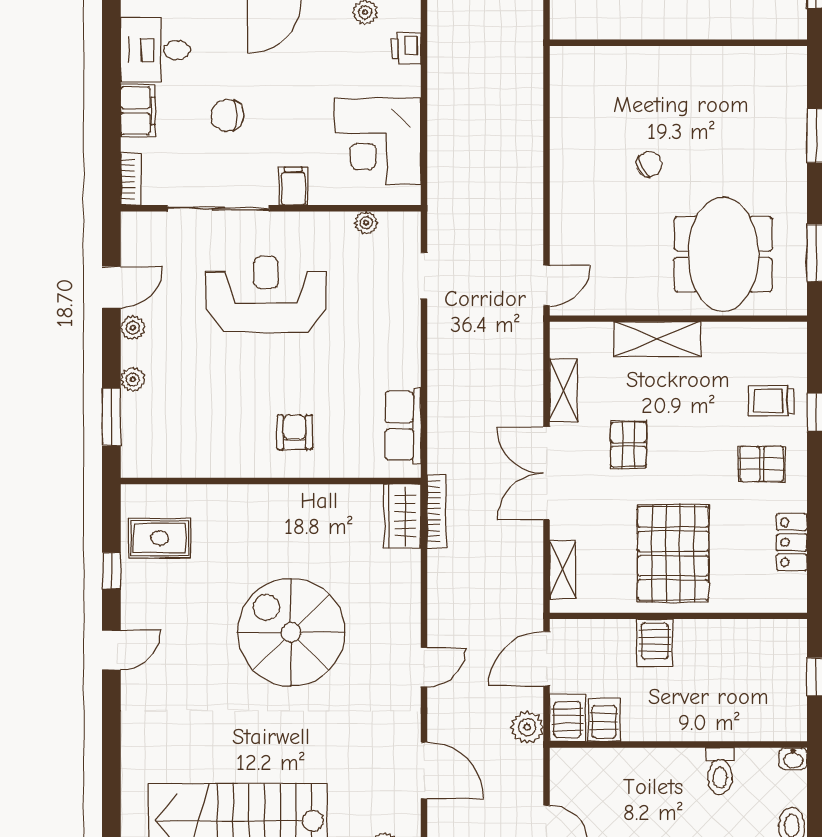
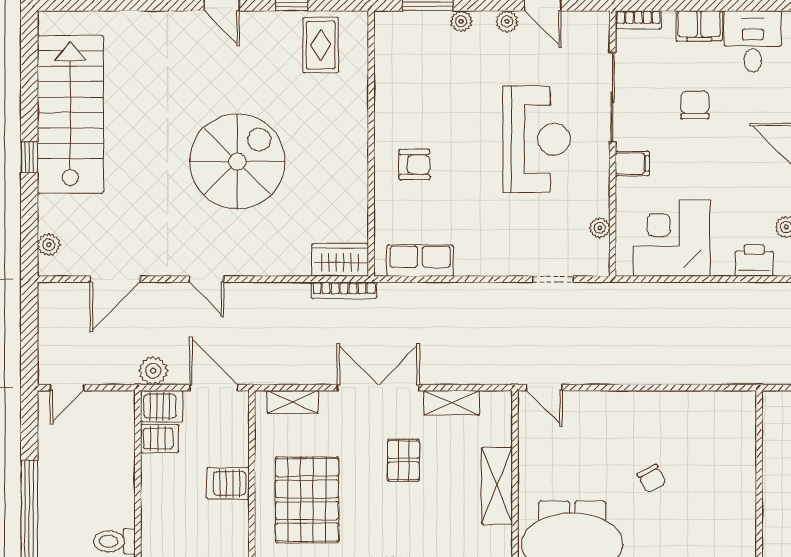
printer: (407, 48) -> (754, 261), width x1.36, depth x1.24
pallet: (628, 445) -> (403, 460), turned 90
pallet: (673, 553) -> (307, 500), turned 90

